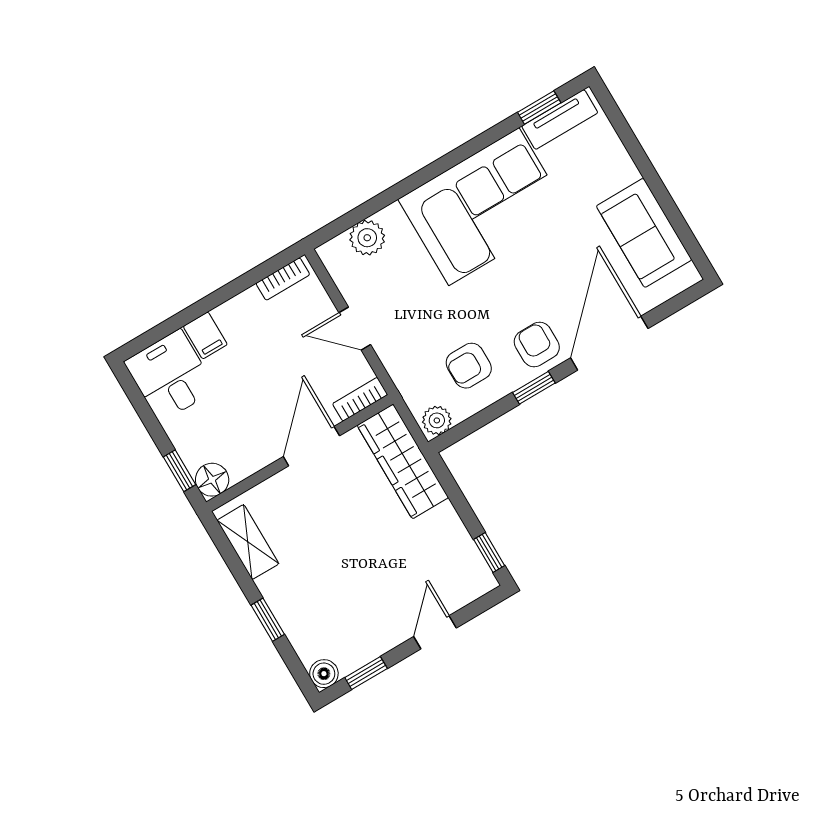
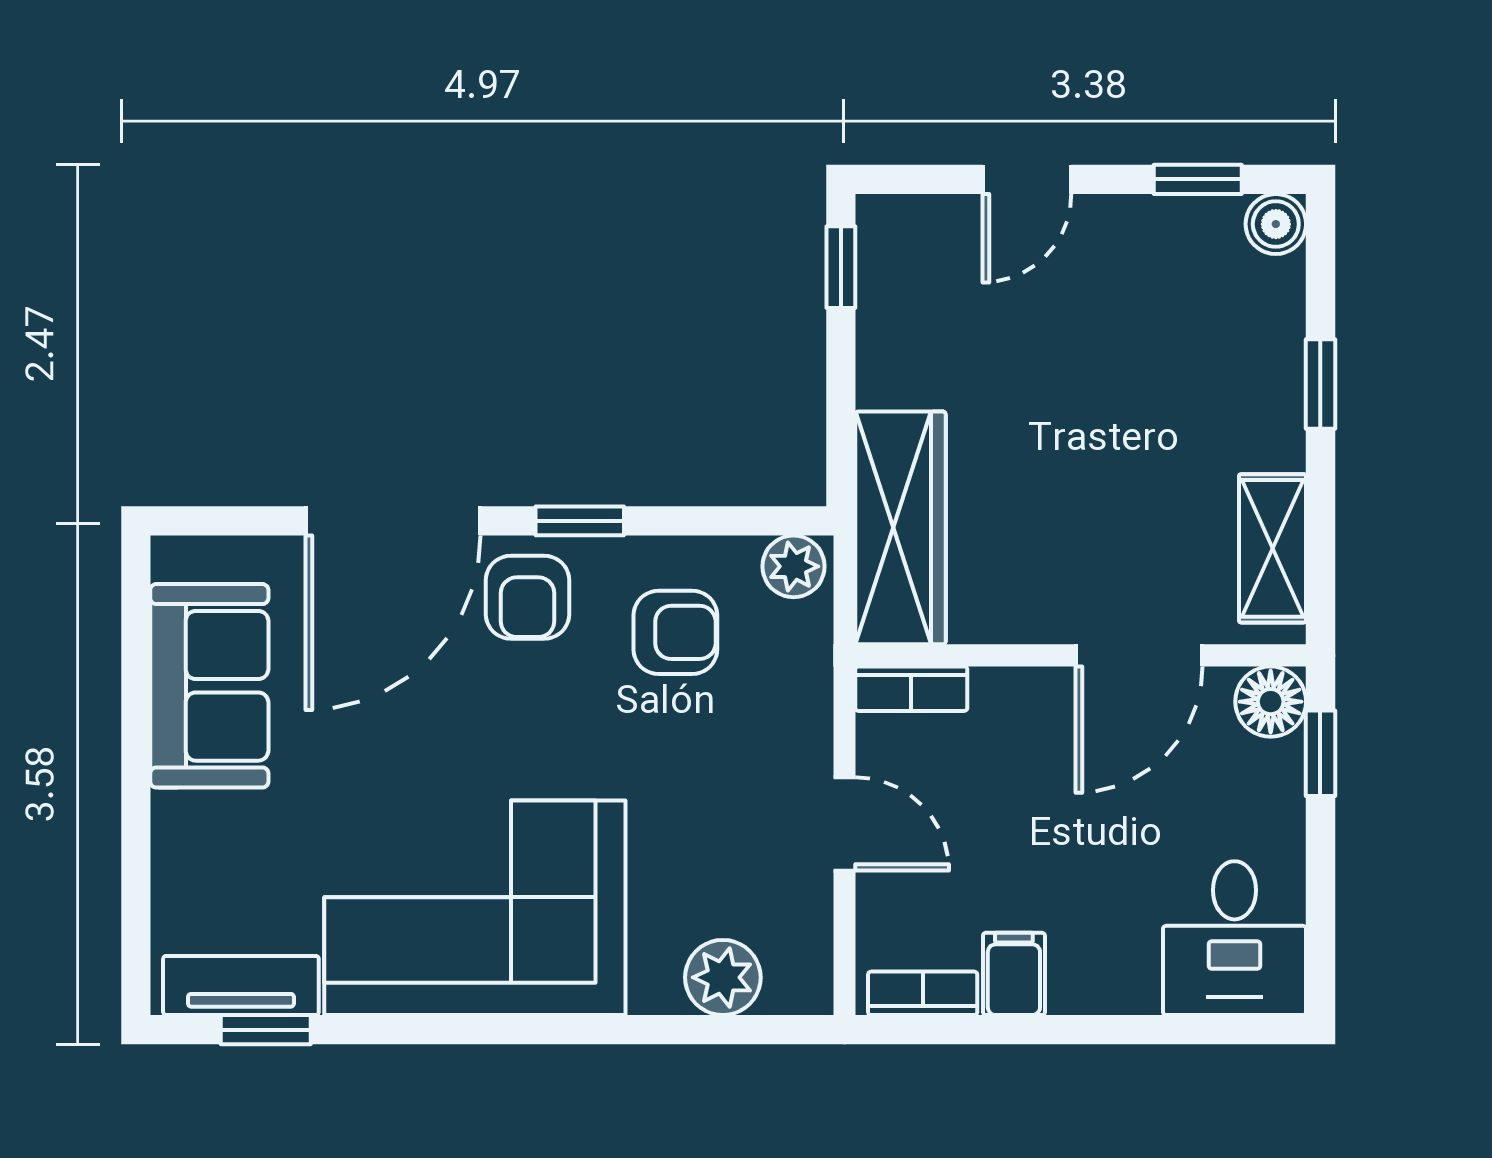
filing cabinet: (205, 335) -> (1014, 974), moved
door: (311, 446) -> (1139, 655), moved

